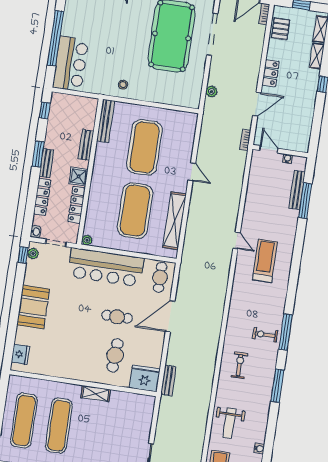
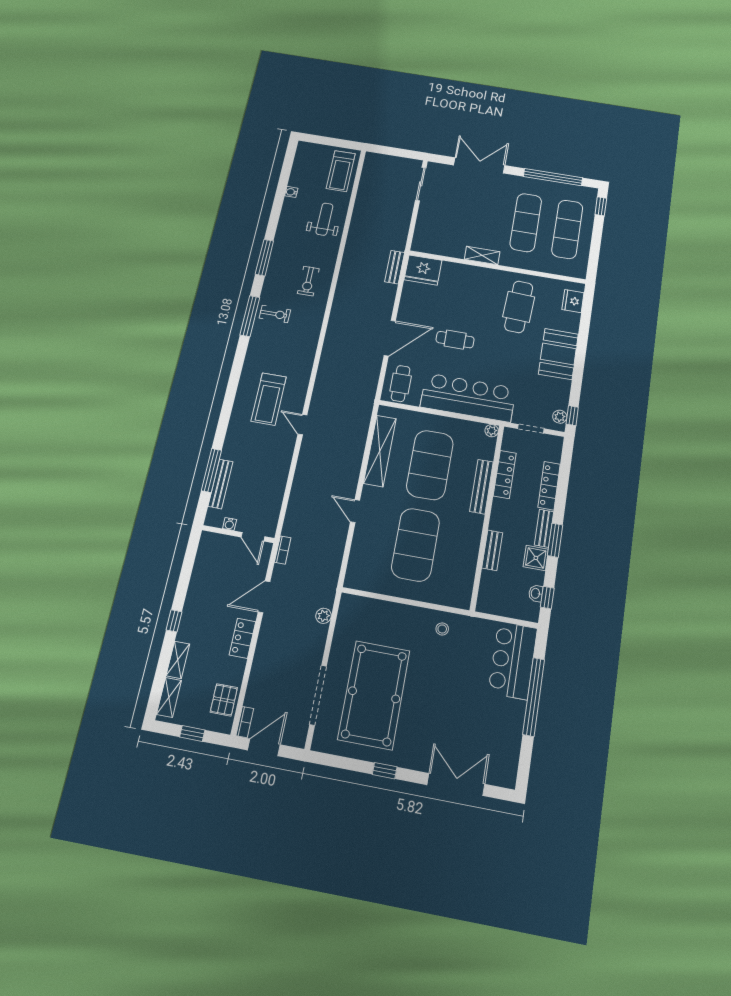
bench: (106, 121) -> (481, 487), moved
shower: (79, 176) -> (536, 558), moved
washbasin: (36, 232) -> (536, 593), moved
cafe table: (115, 355) -> (519, 307), moved, width x1.37, depth x1.35

